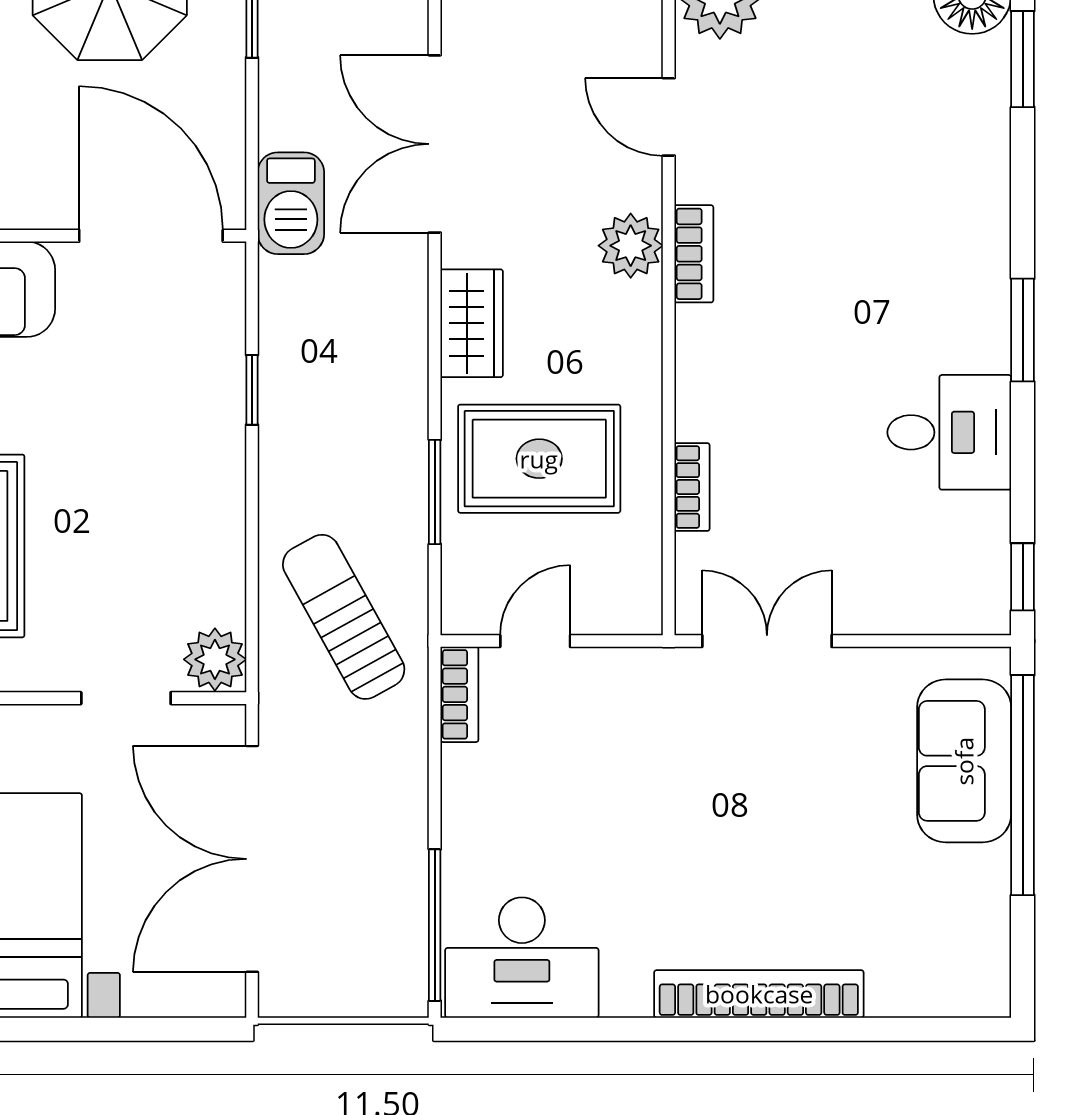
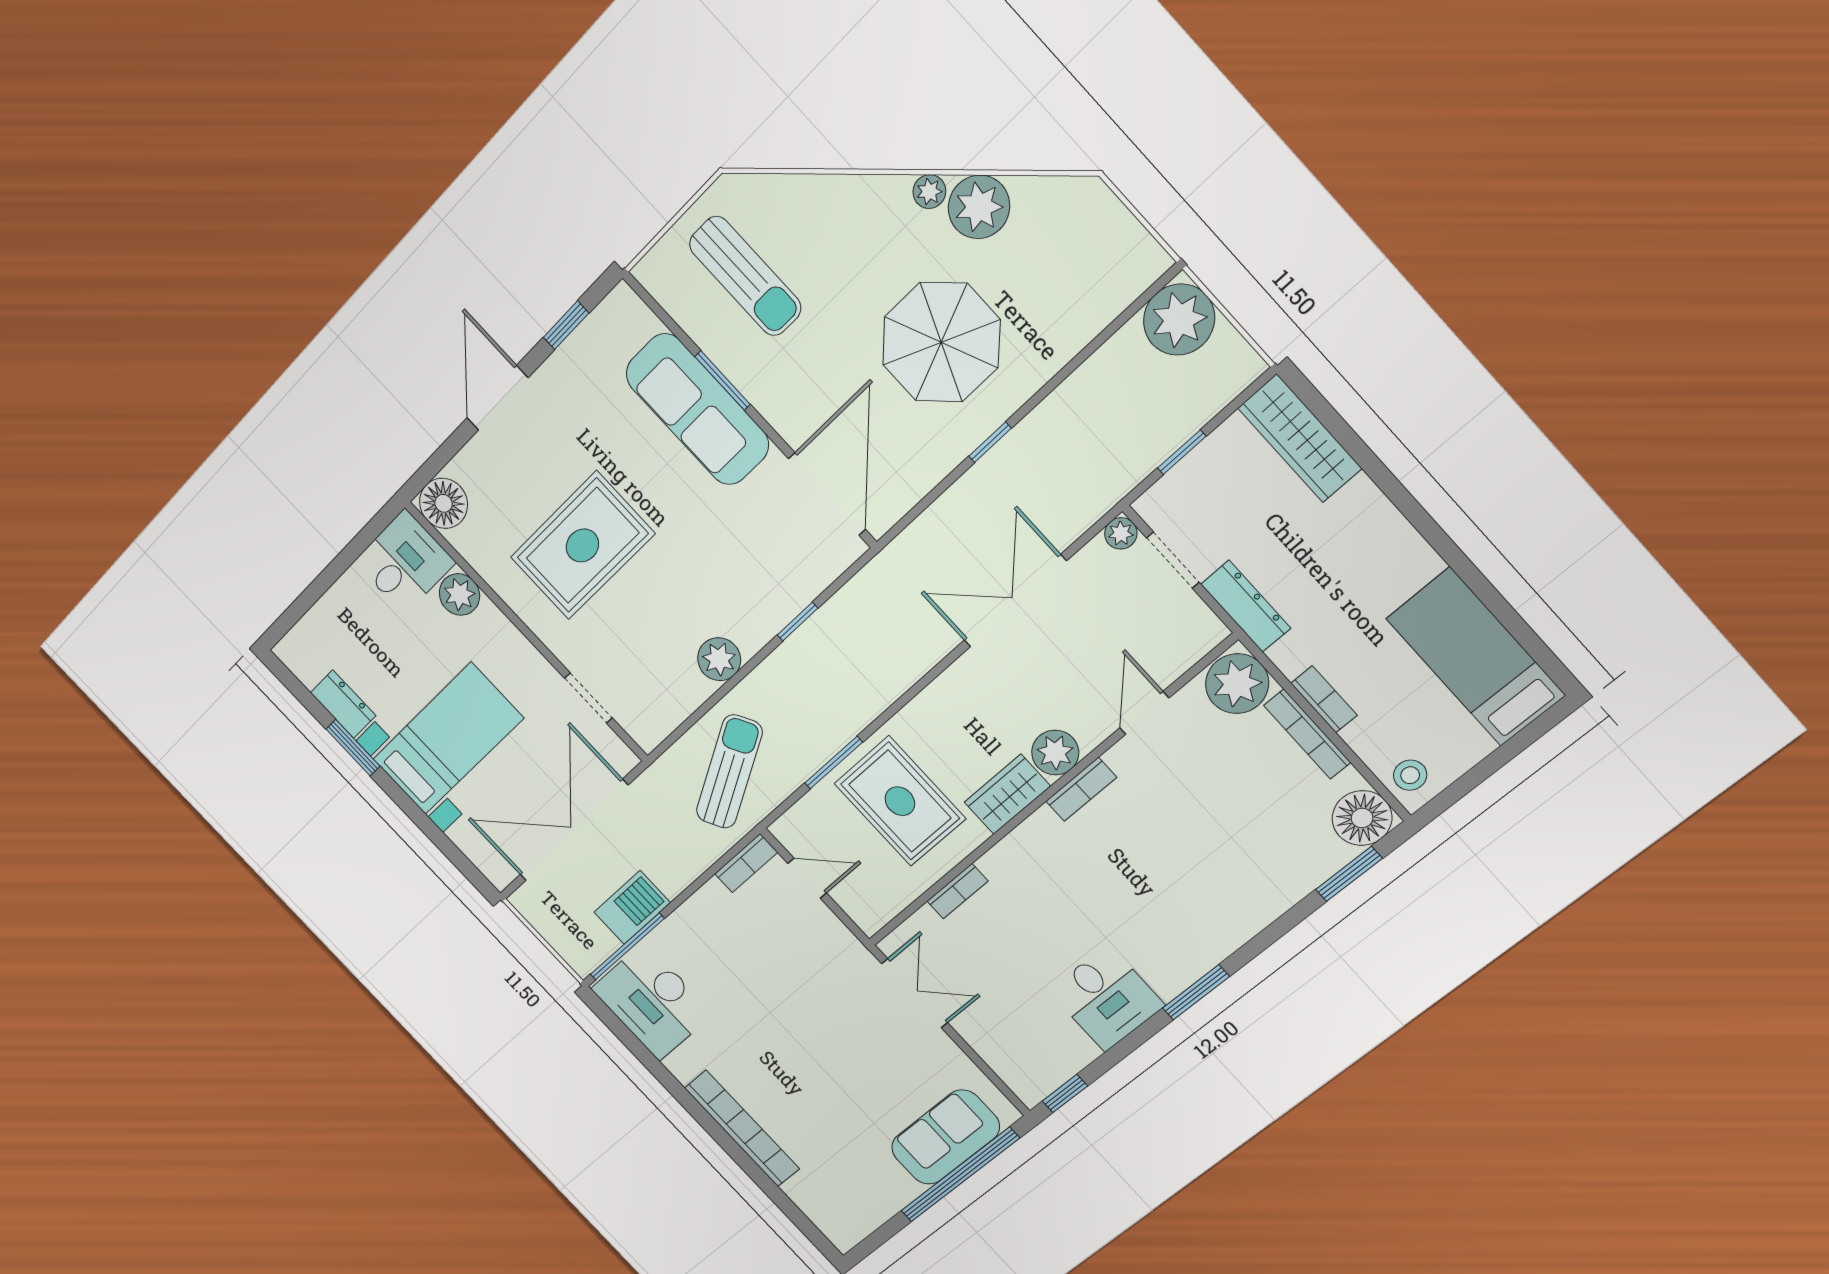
barbecue: (291, 203) -> (632, 907), moved, turned 180
wardrobe: (472, 323) -> (1007, 794), moved, turned 180
plant: (215, 659) -> (719, 659), moved

